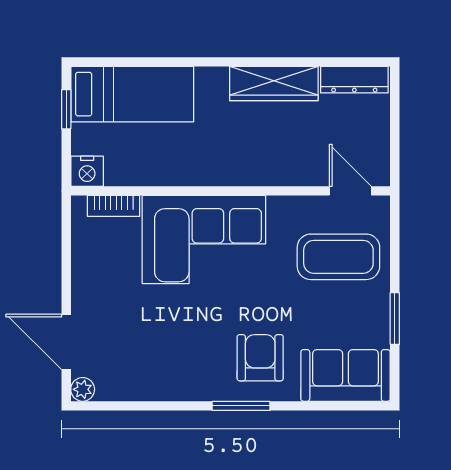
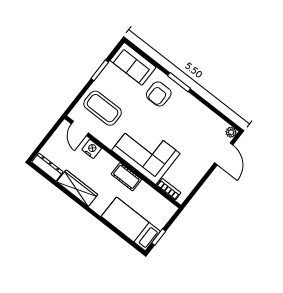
cot: (204, 170) -> (126, 177), added
nightstand: (87, 171) -> (92, 149), moved

